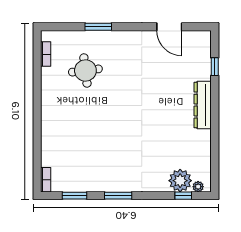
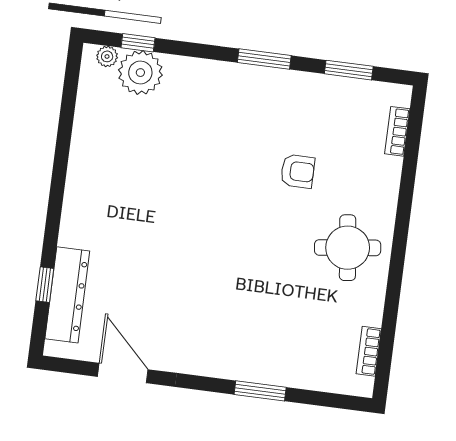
round table: (85, 71) -> (348, 248), moved
dresser: (203, 105) -> (67, 295), moved
armchair: (94, 141) -> (298, 171), added
bookcase: (46, 180) -> (397, 131), moved

